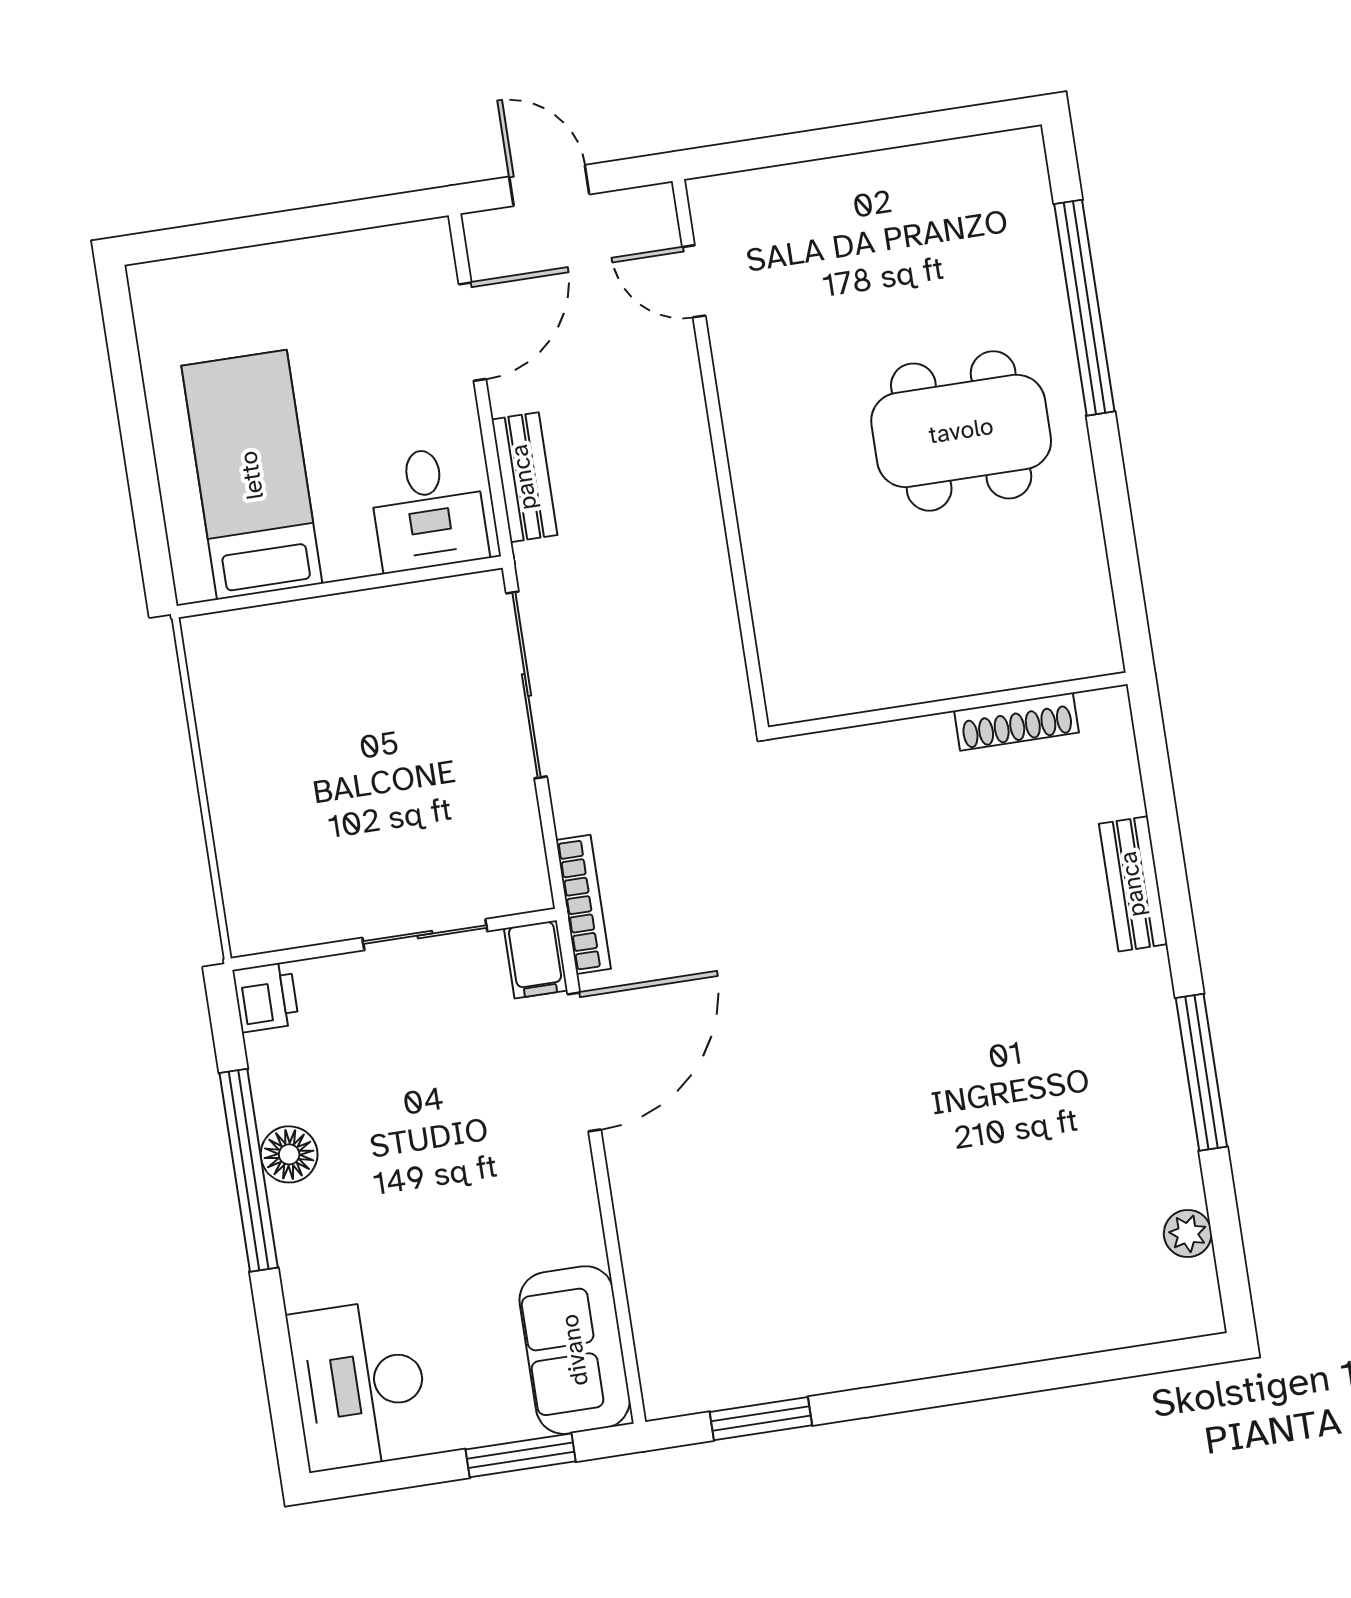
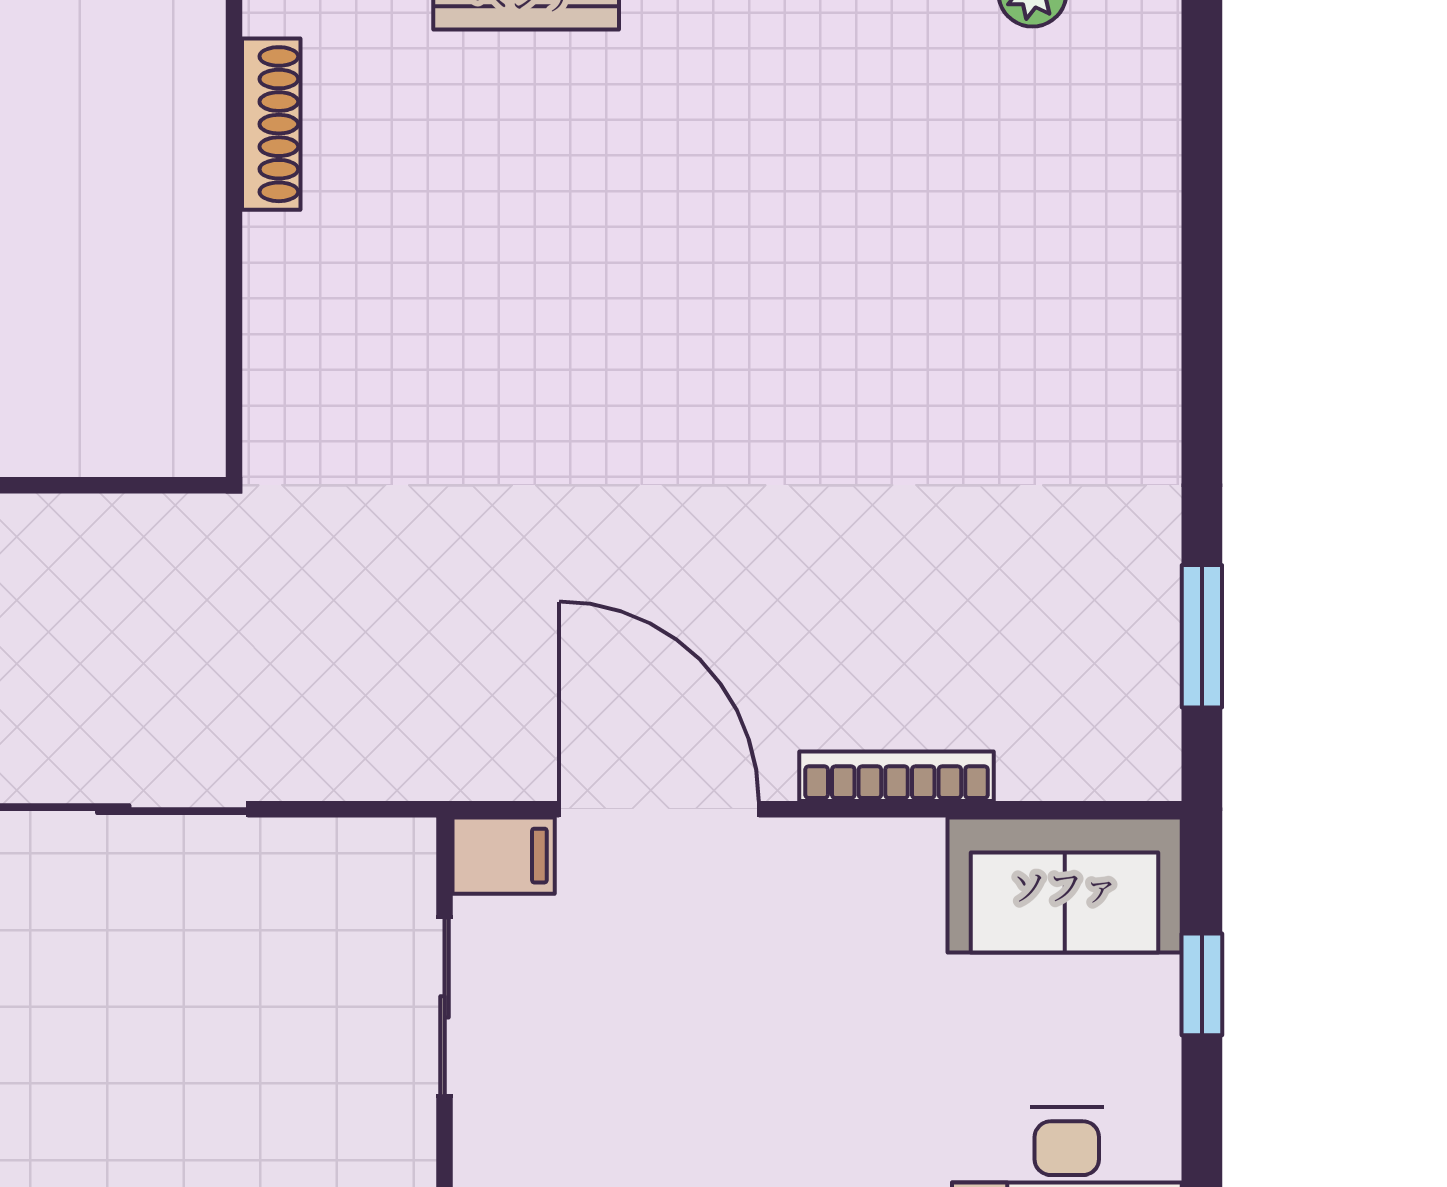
bookcase: (583, 904) -> (897, 776), moved
window: (521, 1455) -> (1202, 984), width x0.67

